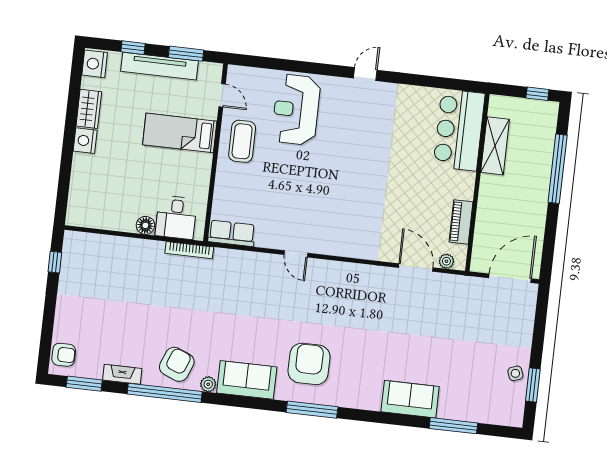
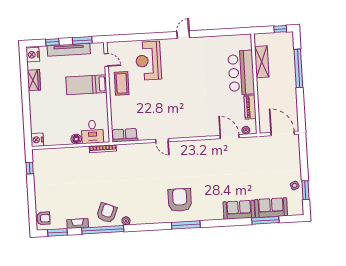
bar counter: (459, 130) -> (241, 73), moved
nightstand: (85, 141) -> (37, 140), moved
door: (510, 278) -> (283, 134), hinge flipped
sofa: (247, 380) -> (271, 208), moved

